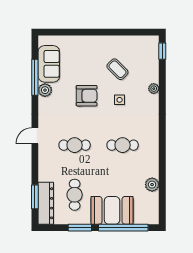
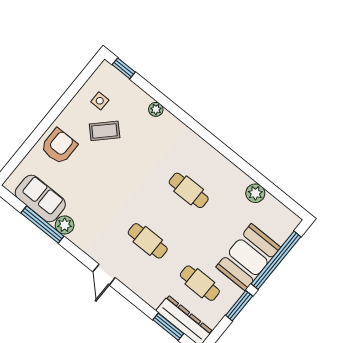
armchair: (87, 96) -> (59, 146), moved
side table: (120, 100) -> (100, 101), moved
cafe table: (75, 145) -> (148, 241), turned 90
cafe table: (123, 145) -> (189, 190), turned 90

